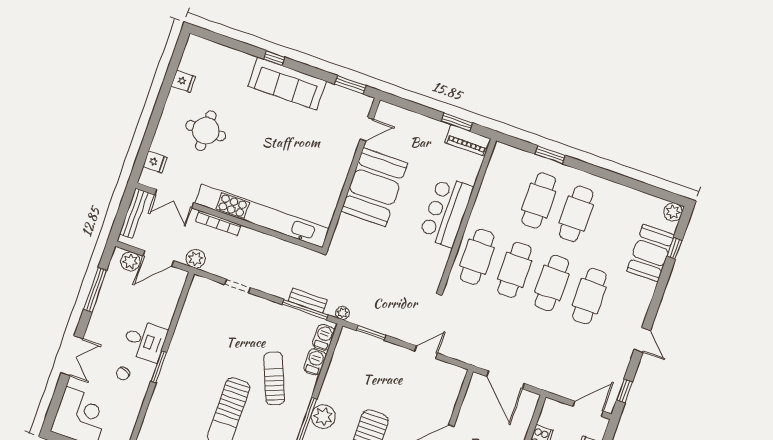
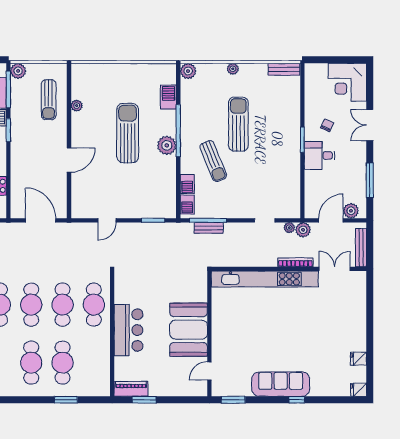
round table: (206, 131) -> (329, 328), removed
fridge: (155, 162) -> (358, 390), moved
plant: (342, 313) -> (289, 228), moved

